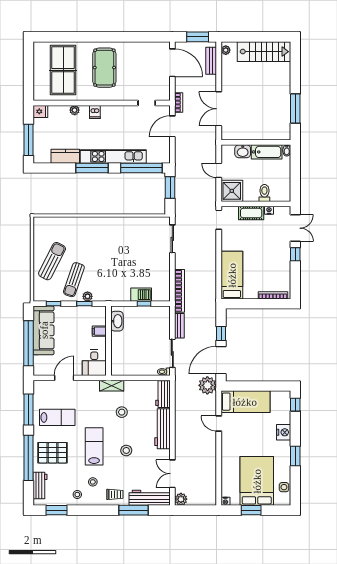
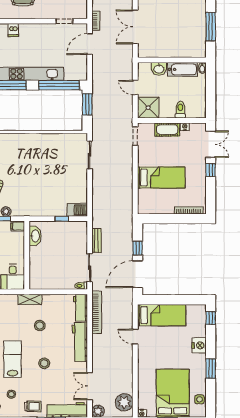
bed: (232, 275) -> (161, 178), moved, turned 90
bookcase: (180, 291) -> (97, 312), moved
barbecue: (141, 295) -> (77, 210), moved
filing cabinet: (99, 331) -> (18, 226), moved
plant: (207, 385) -> (124, 402), moved

